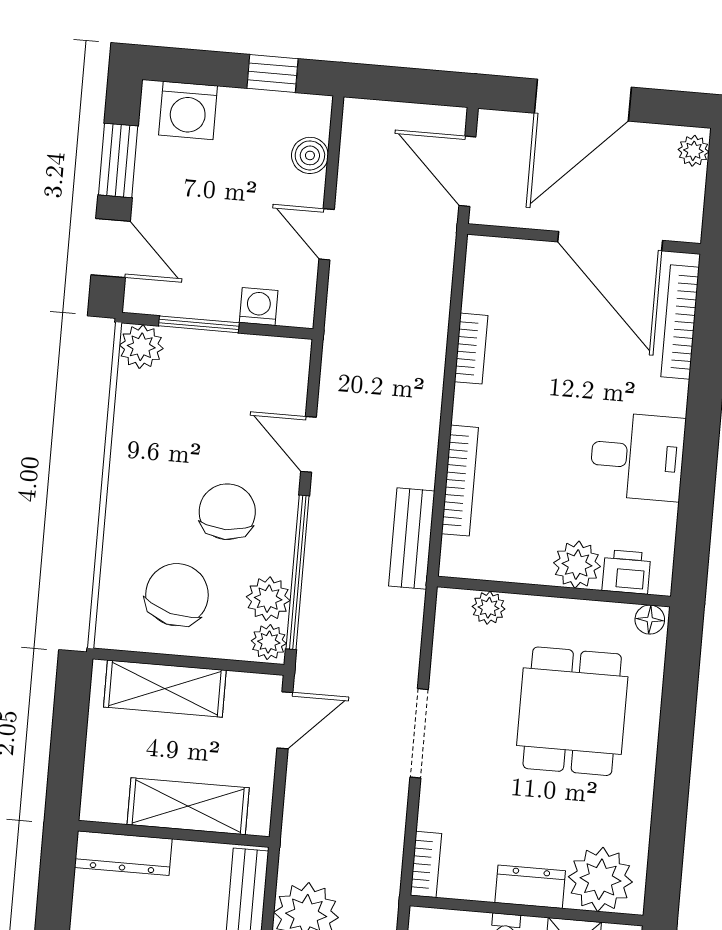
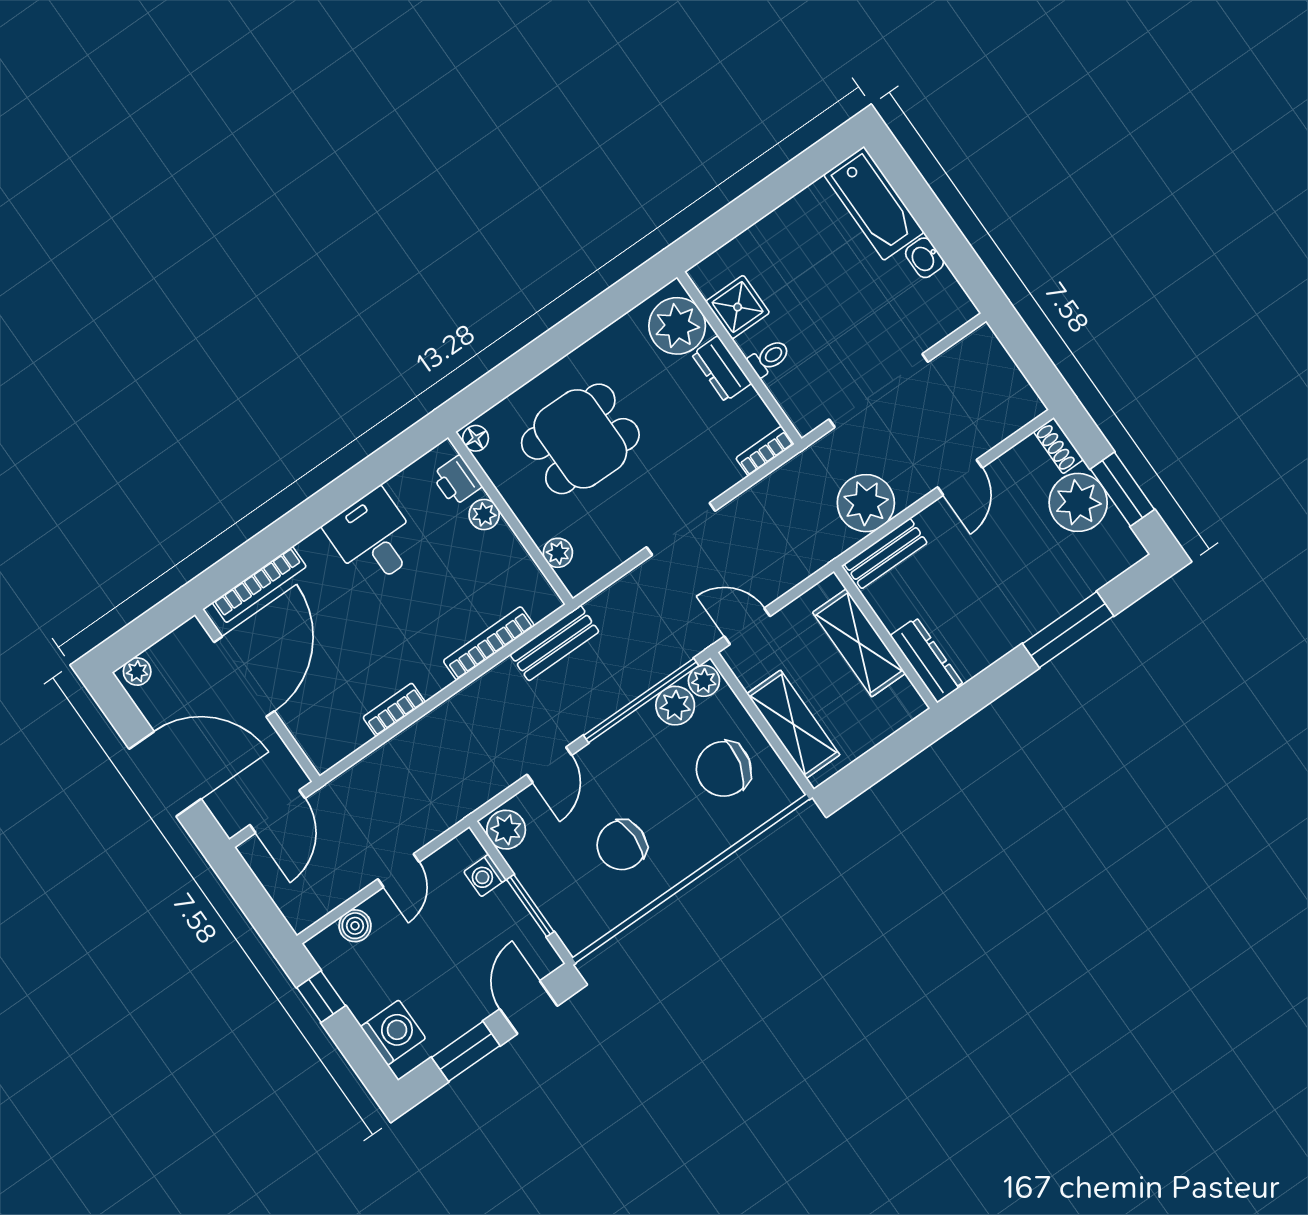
plant: (141, 347) -> (506, 830), moved
chair: (227, 512) -> (622, 845), moved
plant: (577, 565) -> (484, 515), width x0.73, depth x0.73

